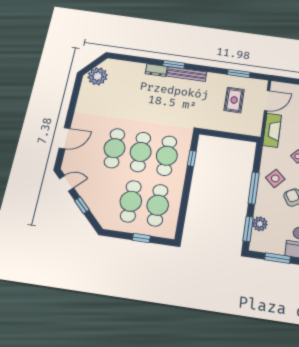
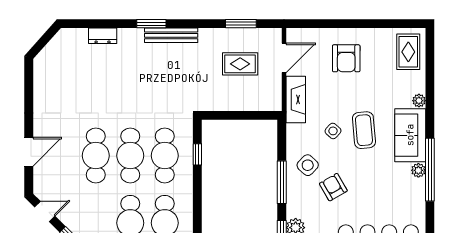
dresser: (156, 70) -> (103, 36), moved
plant: (98, 76) -> (53, 57), removed
rug: (234, 100) -> (240, 64), turned 90

